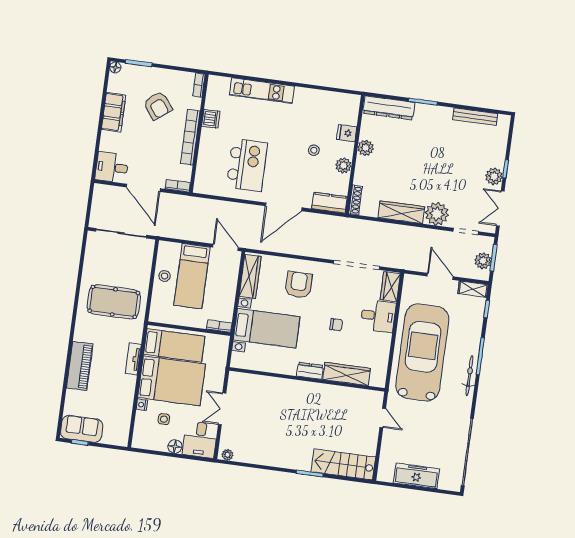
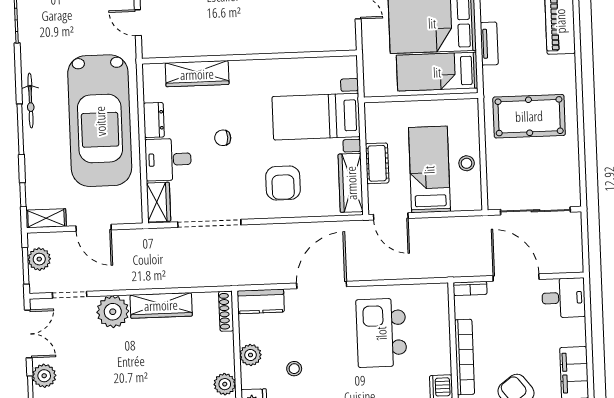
cot: (229, 287) -> (377, 163), added
bookcase: (219, 326) -> (381, 108), removed
dresser: (310, 371) -> (154, 120), moved, turned -90

